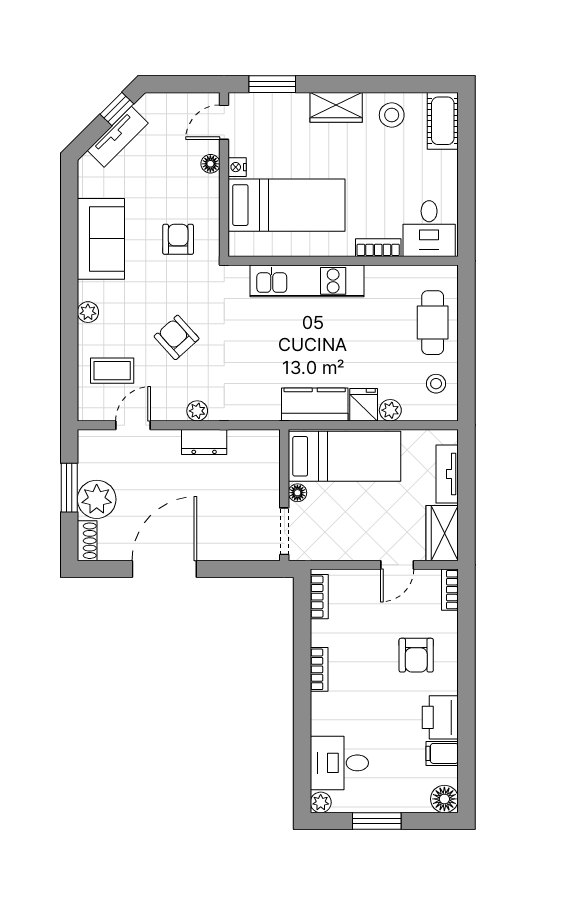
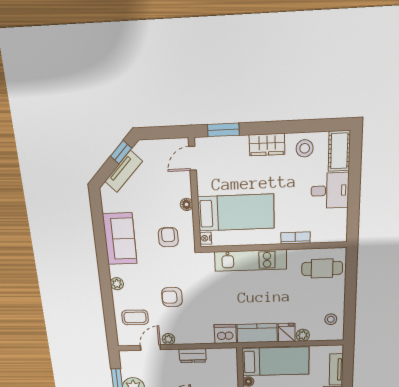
floor lamp: (210, 164) -> (187, 204), moved
nightstand: (237, 167) -> (206, 238), moved
desk: (429, 229) -> (330, 191), moved, turned -90
cafe table: (433, 323) -> (322, 268), moved, turned 90
armchair: (177, 337) -> (172, 297), turned -48
dishwasher: (261, 404) -> (225, 334), added
plant: (197, 411) -> (168, 339), moved

